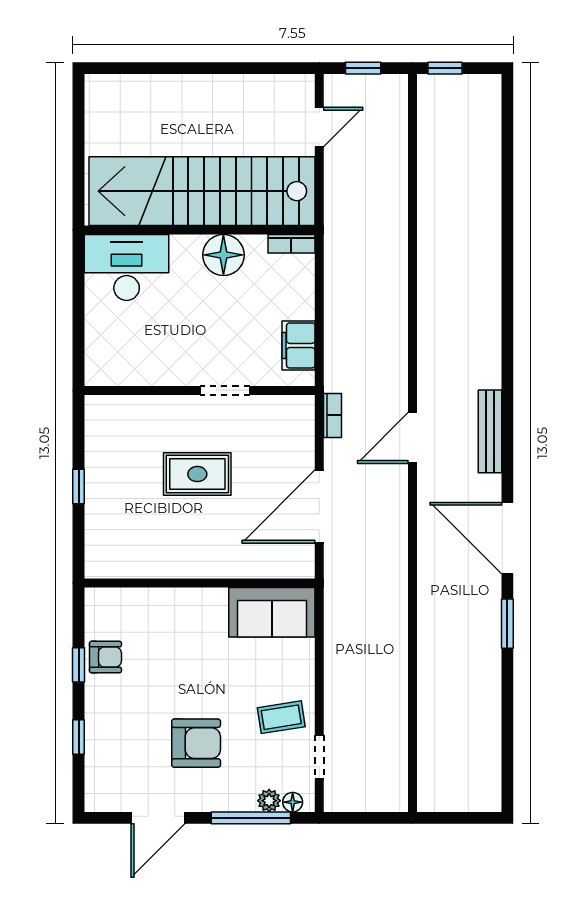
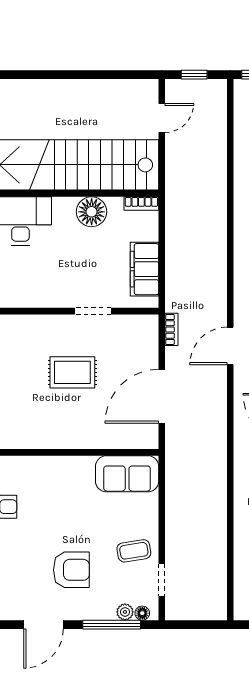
filing cabinet: (298, 345) -> (145, 269), width x1.50, depth x1.17

